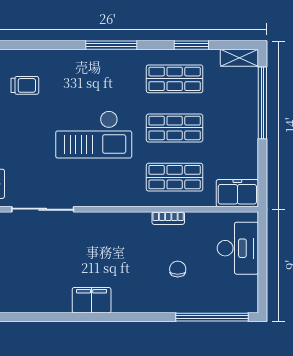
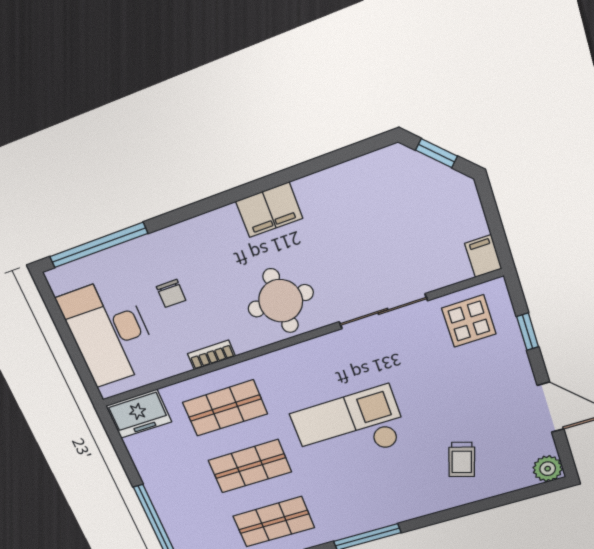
trolley: (25, 85) -> (462, 460), turned -73
round table: (107, 239) -> (281, 301), added
desk: (238, 248) -> (109, 332), width x1.36, depth x1.30

